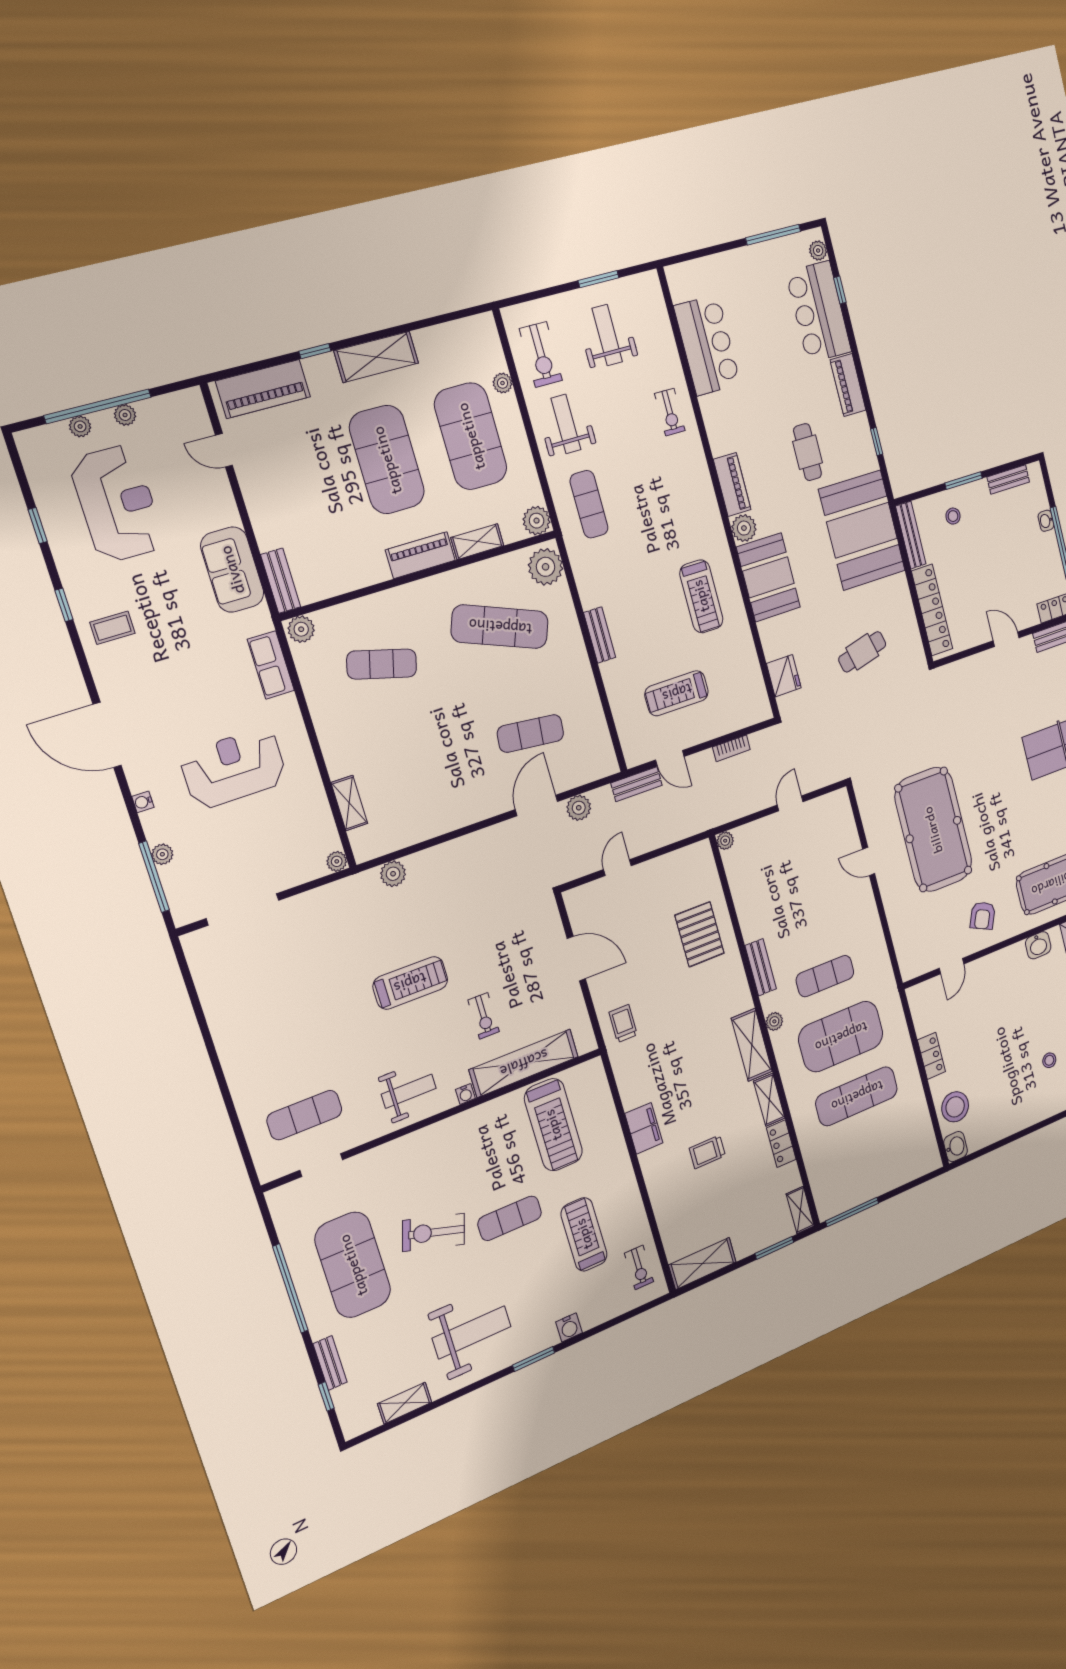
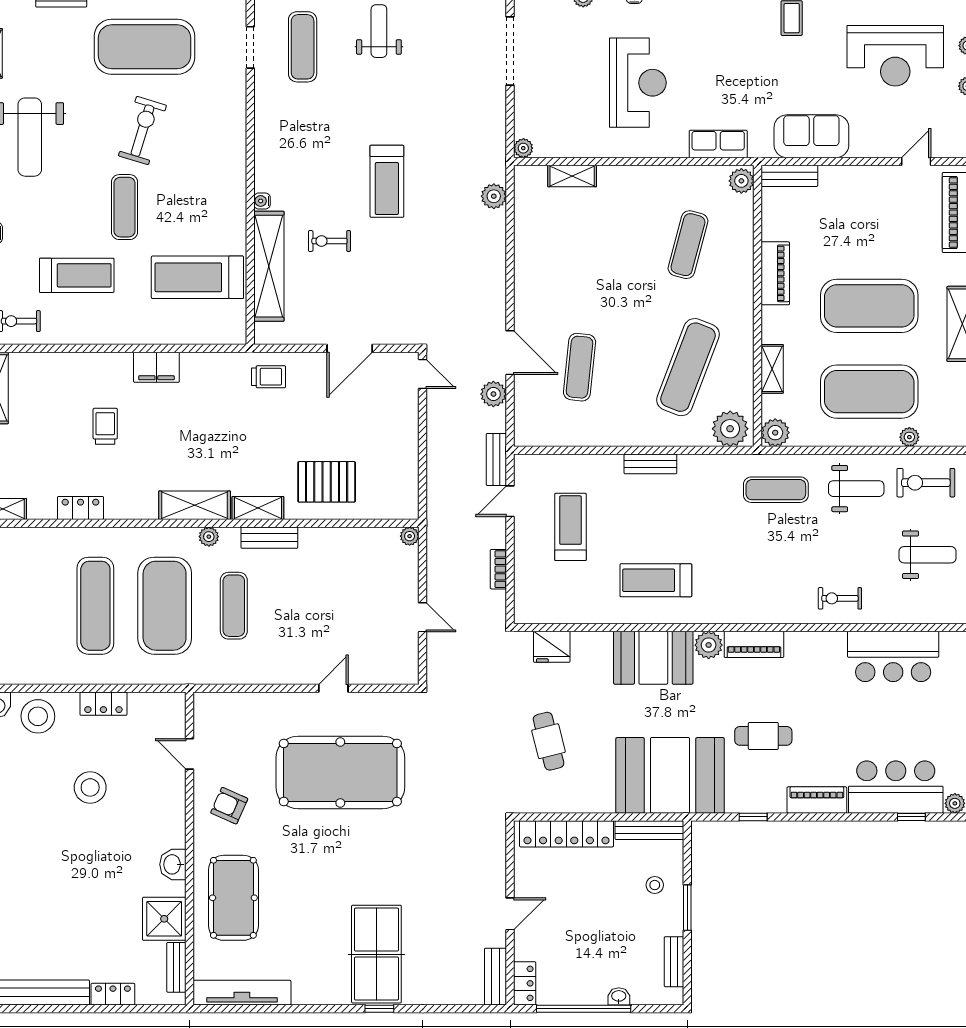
piano: (420, 555) -> (775, 273), moved
door: (617, 868) -> (423, 374), moved
stool: (1049, 1060) -> (90, 787), moved, width x1.89, depth x1.89
weight bench: (409, 1091) -> (379, 31), moved, turned 180
shelving: (769, 1100) -> (258, 508), moved

